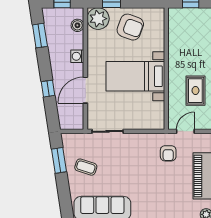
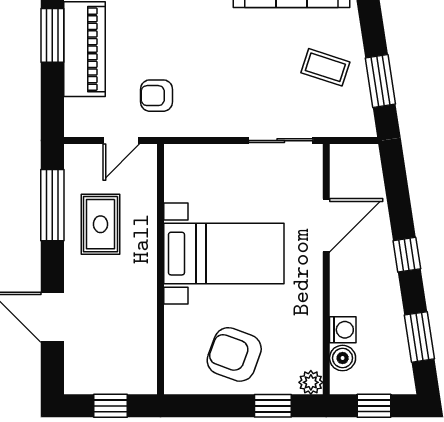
plant: (98, 19) -> (311, 382), width x0.53, depth x0.53
washing machine: (77, 56) -> (343, 330), moved
window: (48, 89) -> (407, 255), moved
armchair: (168, 153) -> (156, 96), turned -90

